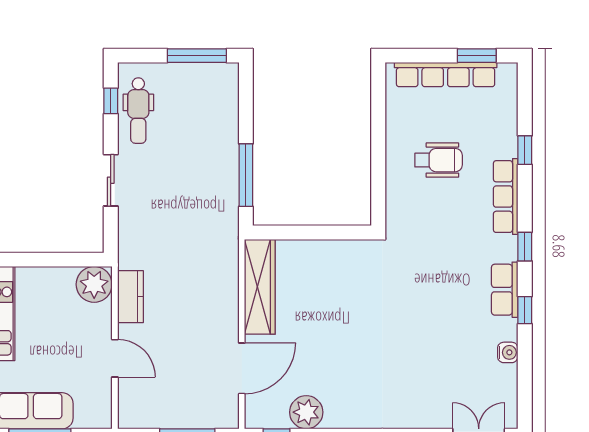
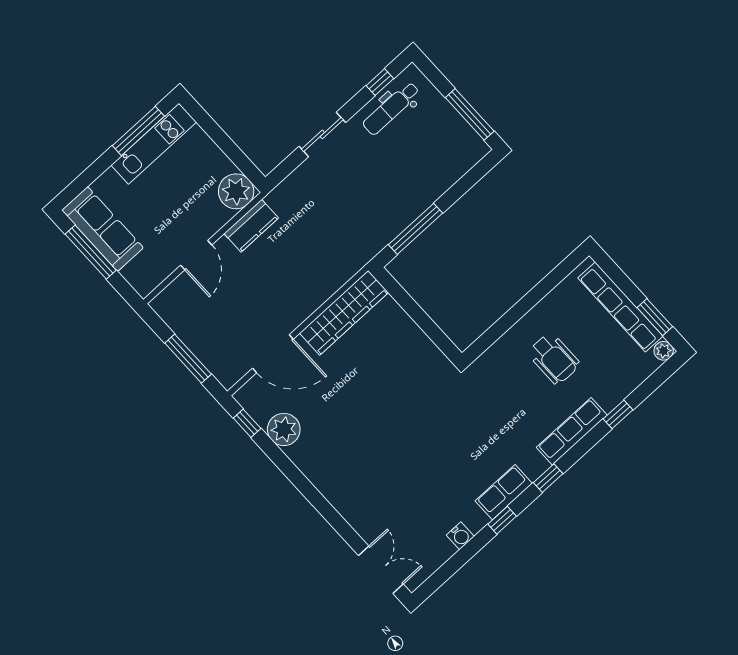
plant: (508, 72) -> (664, 351), added

